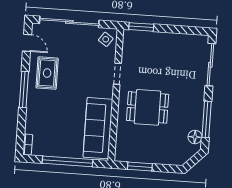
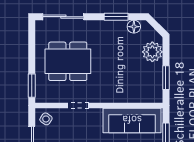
dining table: (148, 107) -> (68, 61), moved, width x1.38
window: (207, 119) -> (116, 17), width x0.69
plant: (168, 154) -> (152, 52), added

